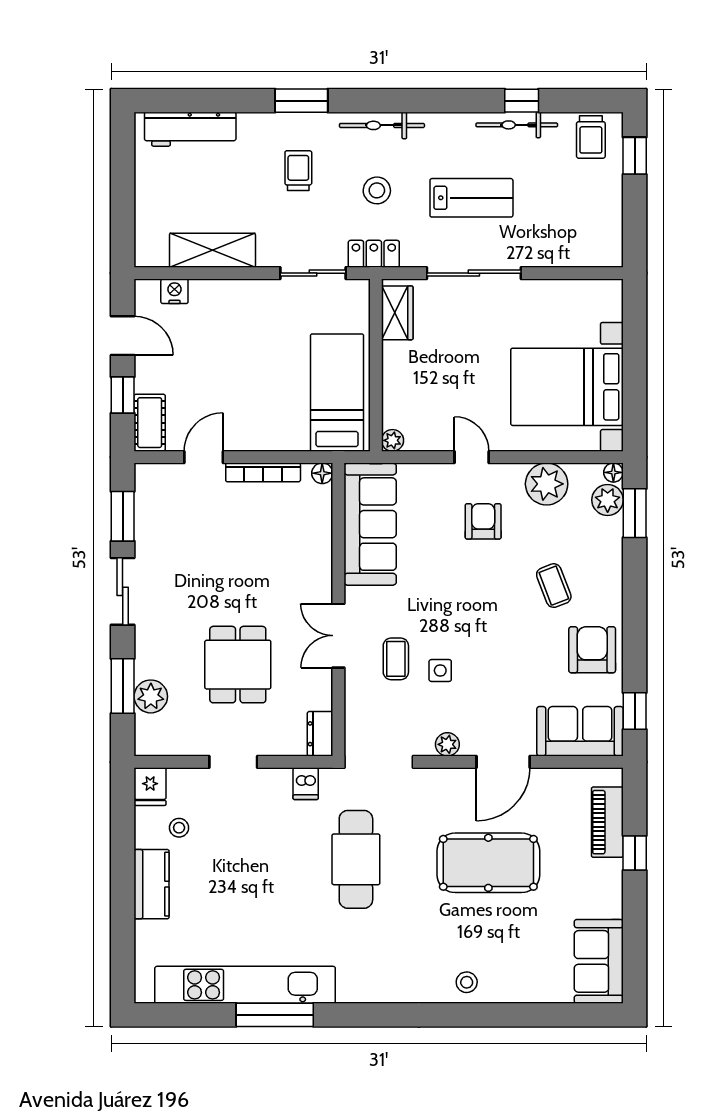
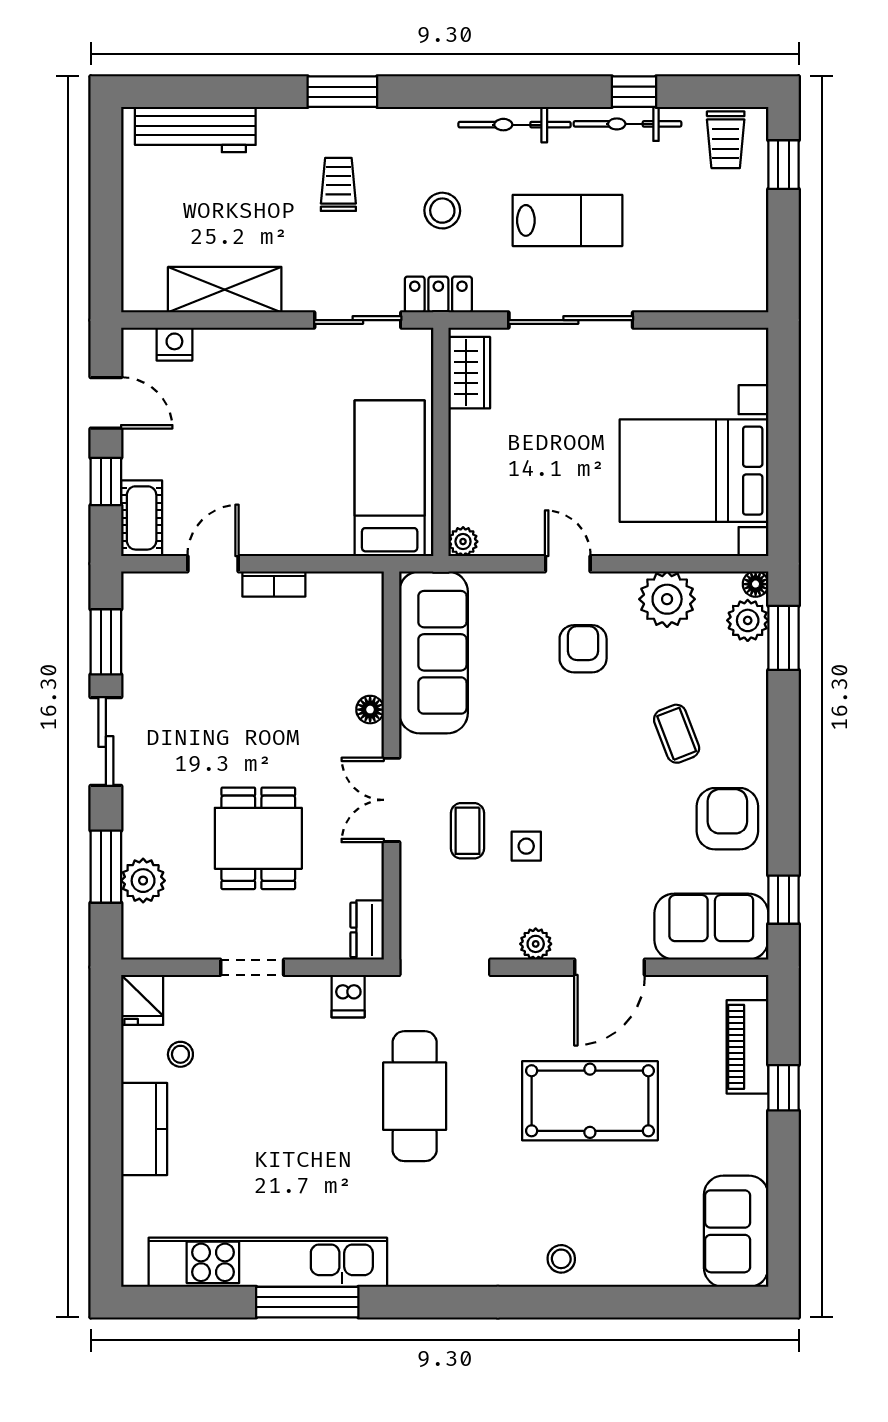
bicycle: (382, 125) -> (515, 125), moved
bookcase: (263, 472) -> (274, 584), width x0.64
floor lamp: (322, 473) -> (370, 710), moved

